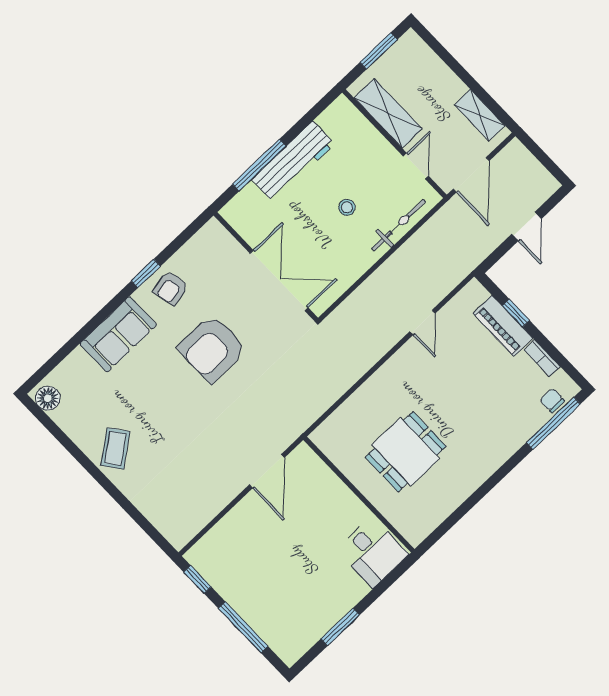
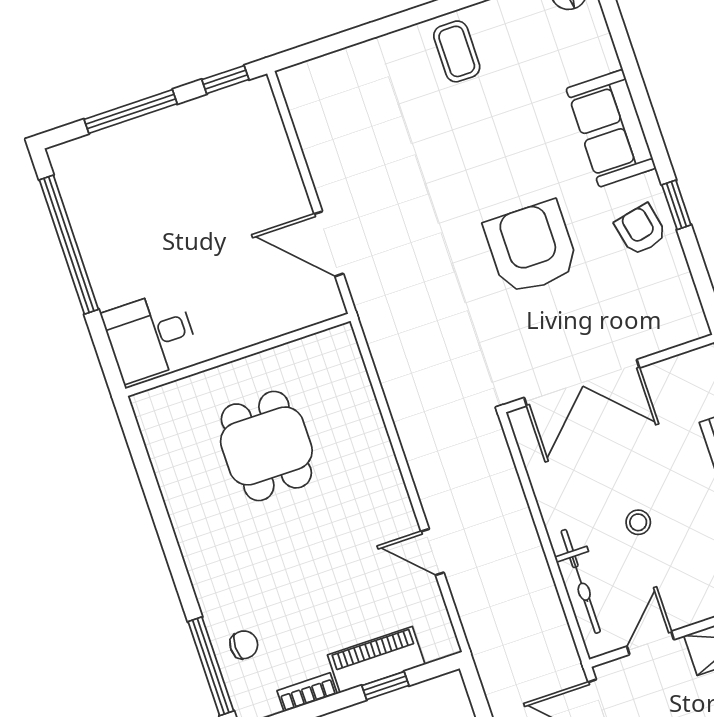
door: (416, 166) -> (650, 643), swing flipped
chair: (552, 400) -> (244, 645), moved
coffee table: (115, 448) -> (457, 51), turned 37
window: (340, 627) -> (69, 245), width x2.11

